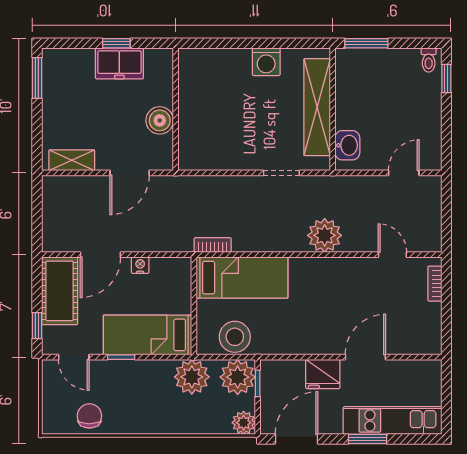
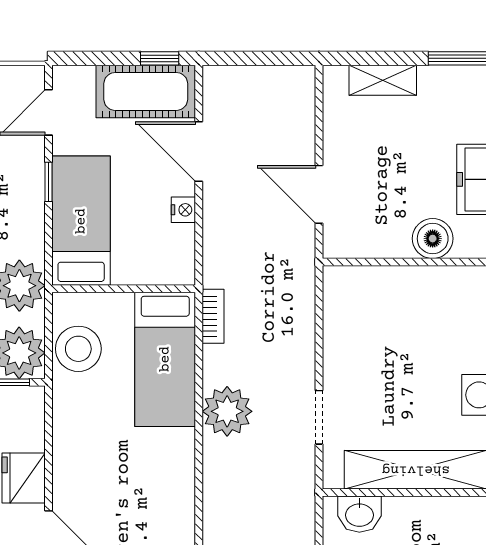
boiler: (160, 120) -> (433, 239), moved
shelving: (72, 160) -> (383, 80), moved, turned 90
plant: (325, 235) -> (227, 411), moved
window: (37, 326) -> (160, 58), moved

